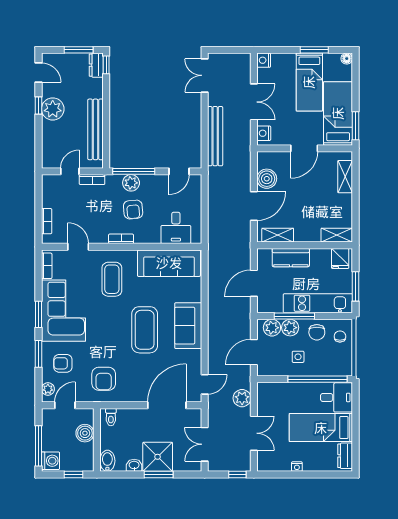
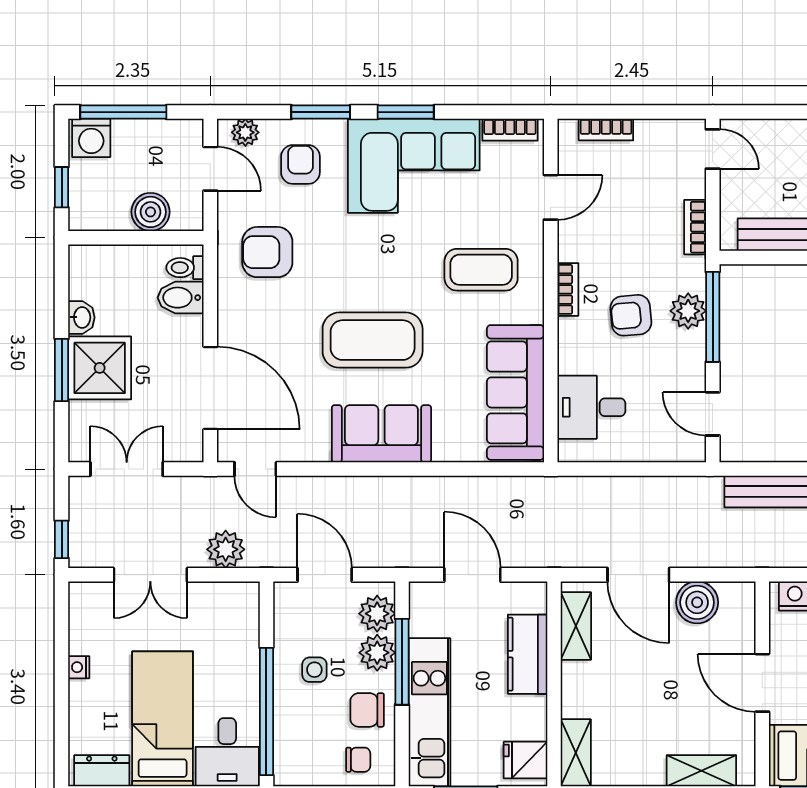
door: (70, 171) -> (713, 149), moved
bidet: (107, 461) -> (181, 298), moved, turned 180

